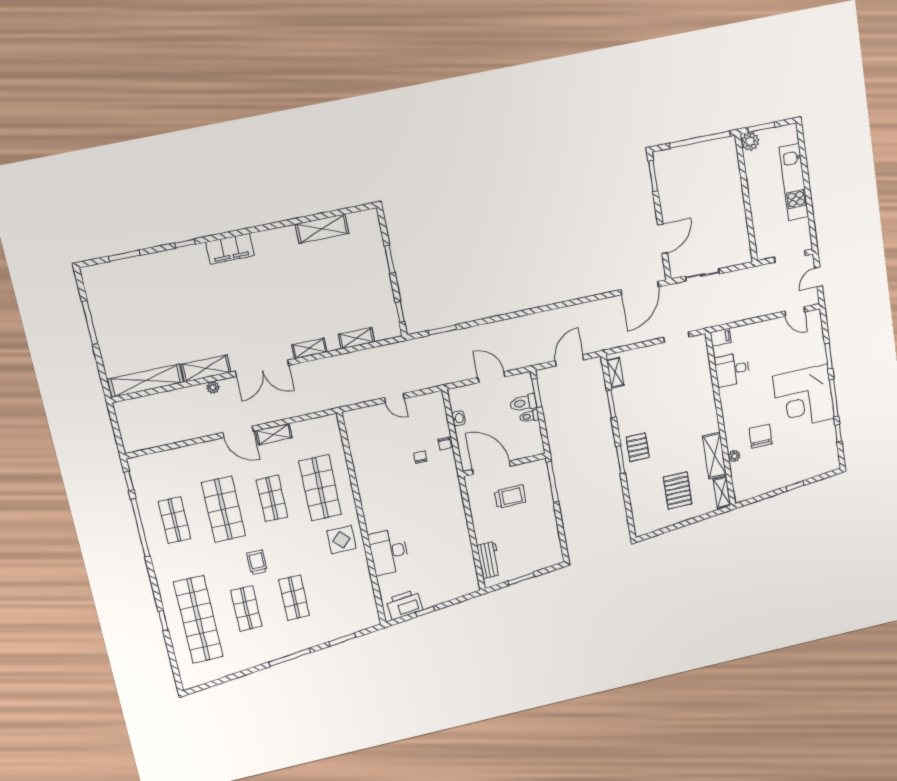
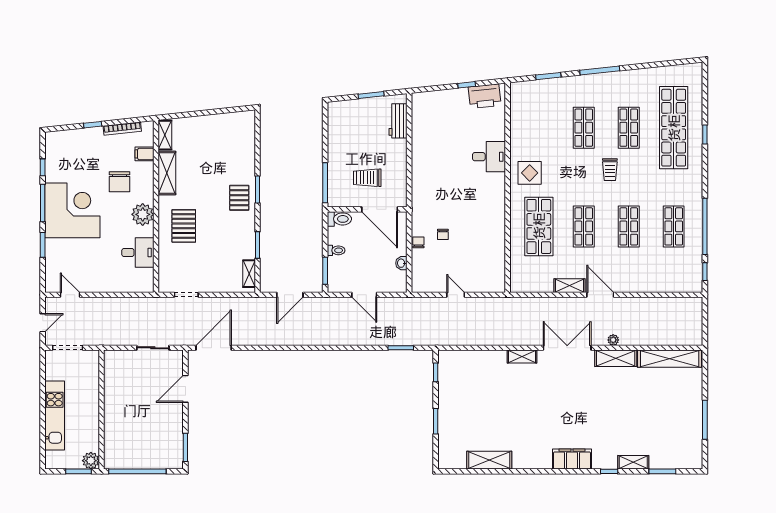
filing cabinet: (721, 337) -> (144, 154), moved
shelving: (357, 338) -> (633, 462), moved
toilet: (523, 403) -> (339, 219), moved
plant: (734, 456) -> (143, 214), moved, width x1.87, depth x1.87
bookcase: (765, 489) -> (122, 129), added
pallet: (678, 490) -> (184, 226), moved
shop shelf: (223, 509) -> (629, 226), width x0.70, depth x0.74
desk: (389, 552) -> (489, 157), width x0.73

